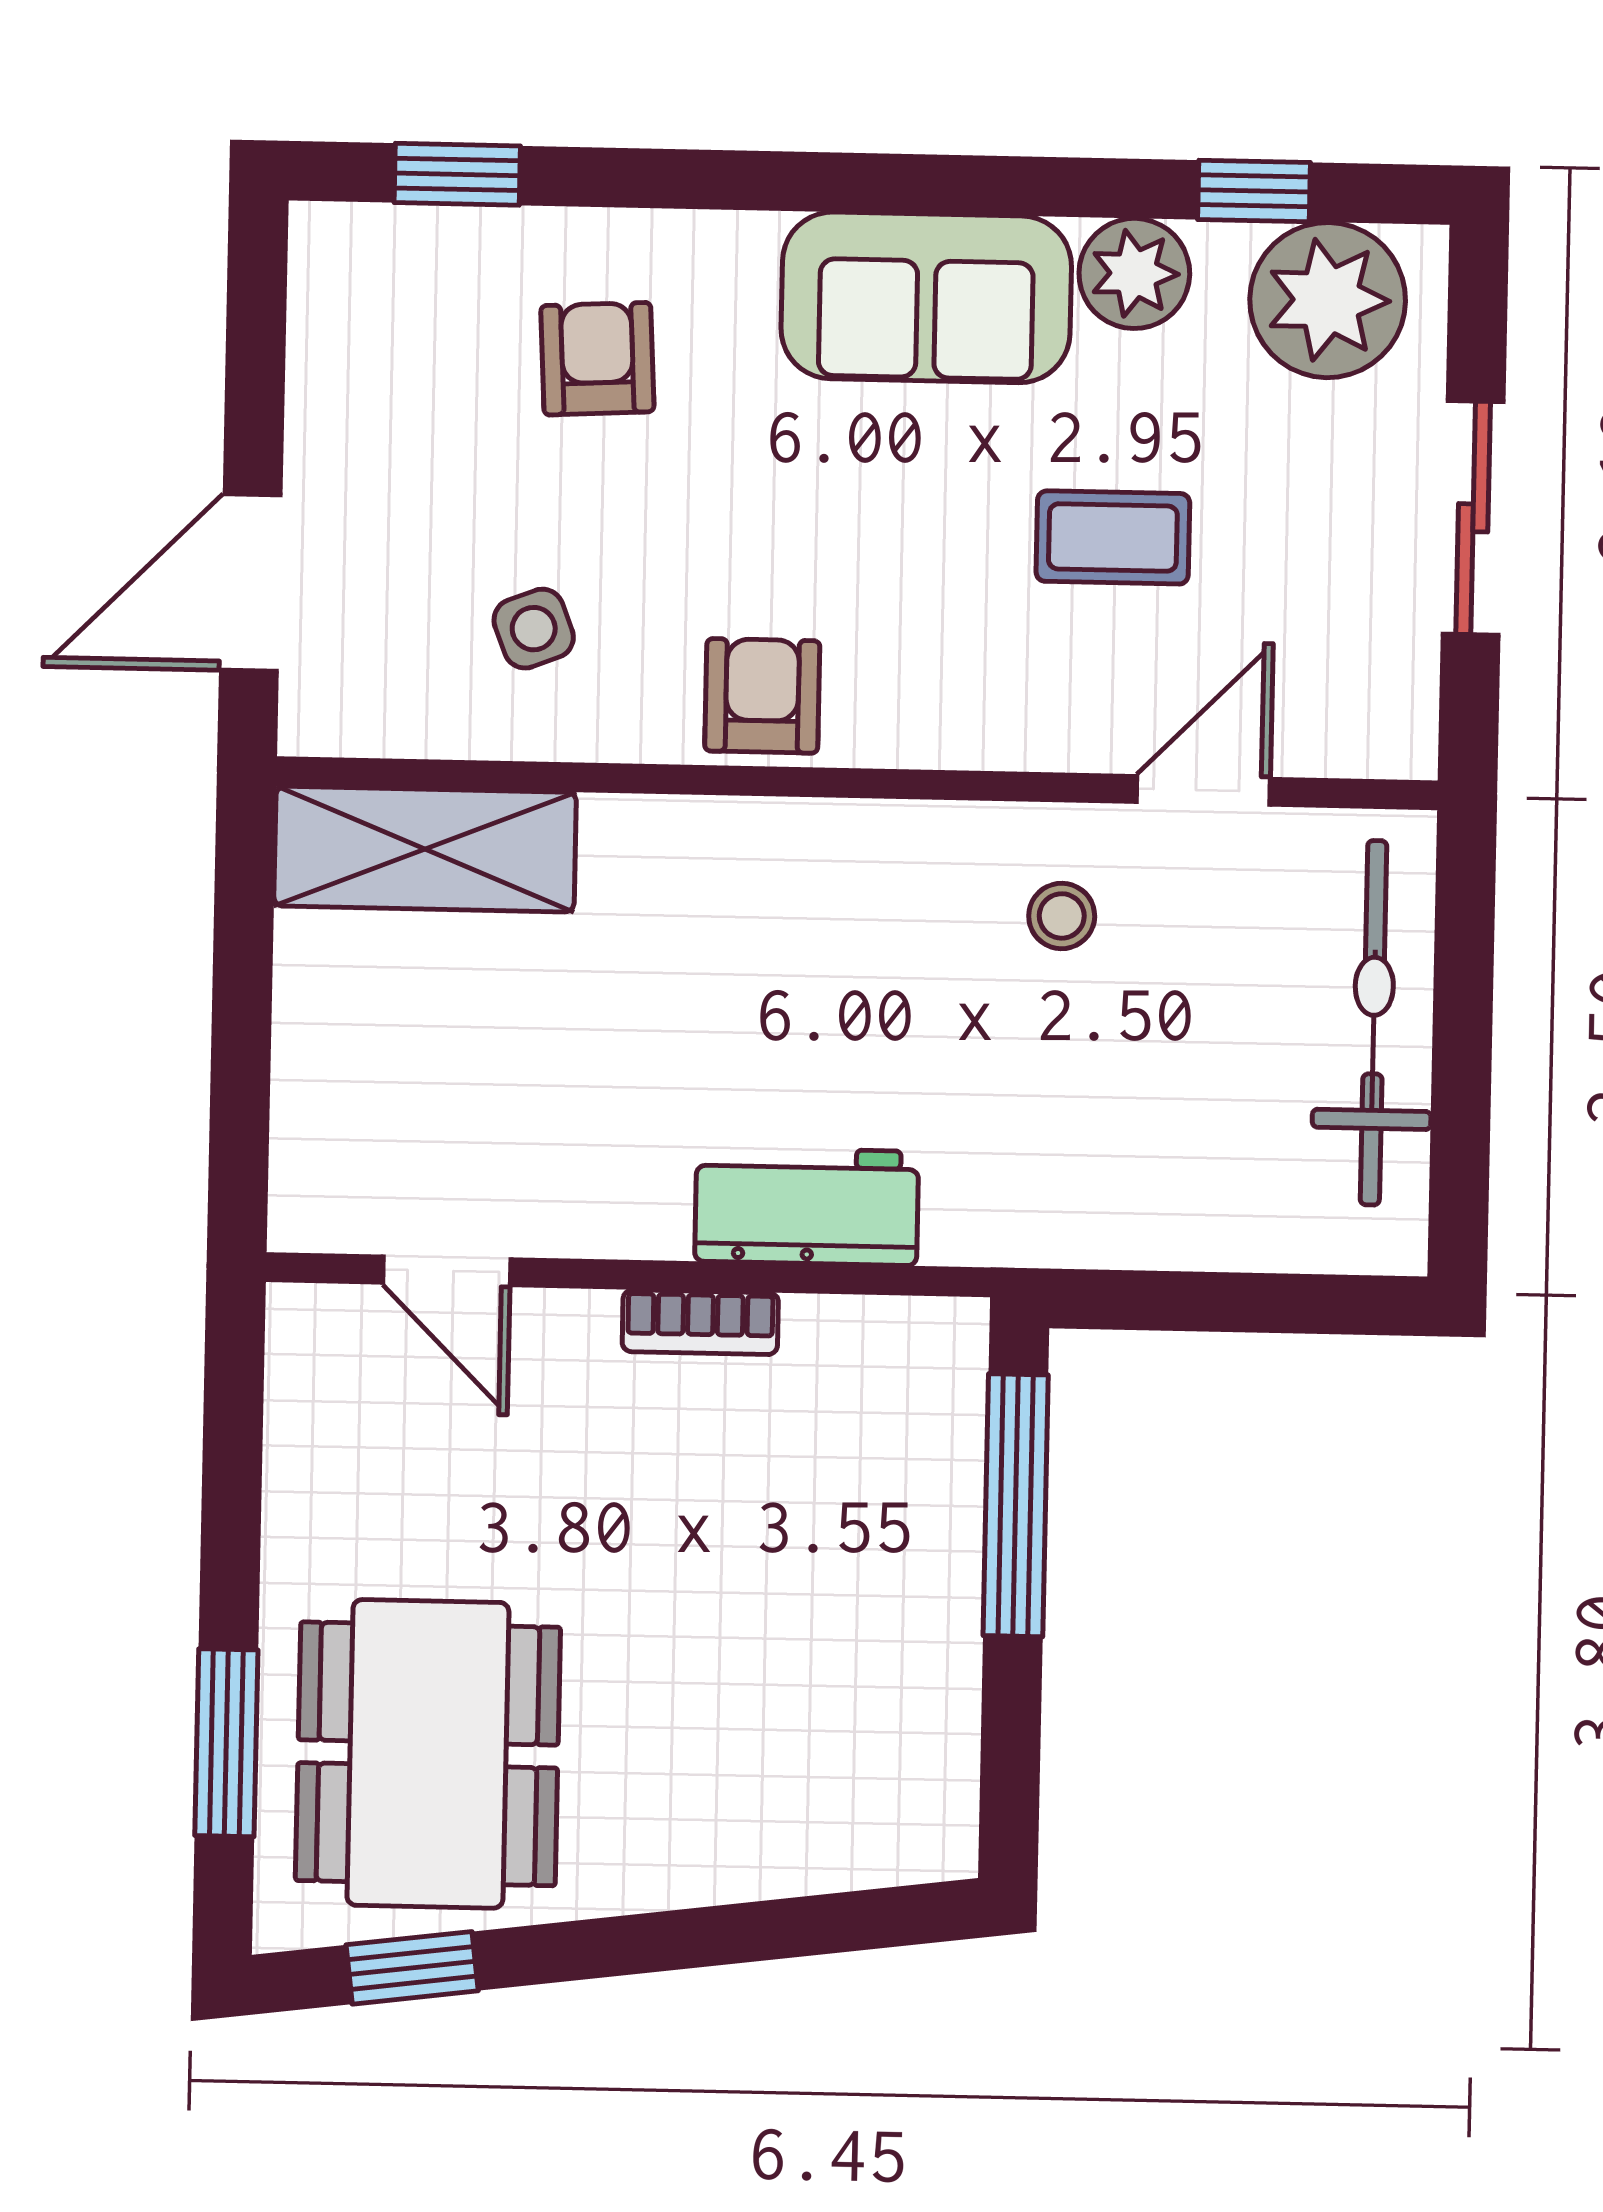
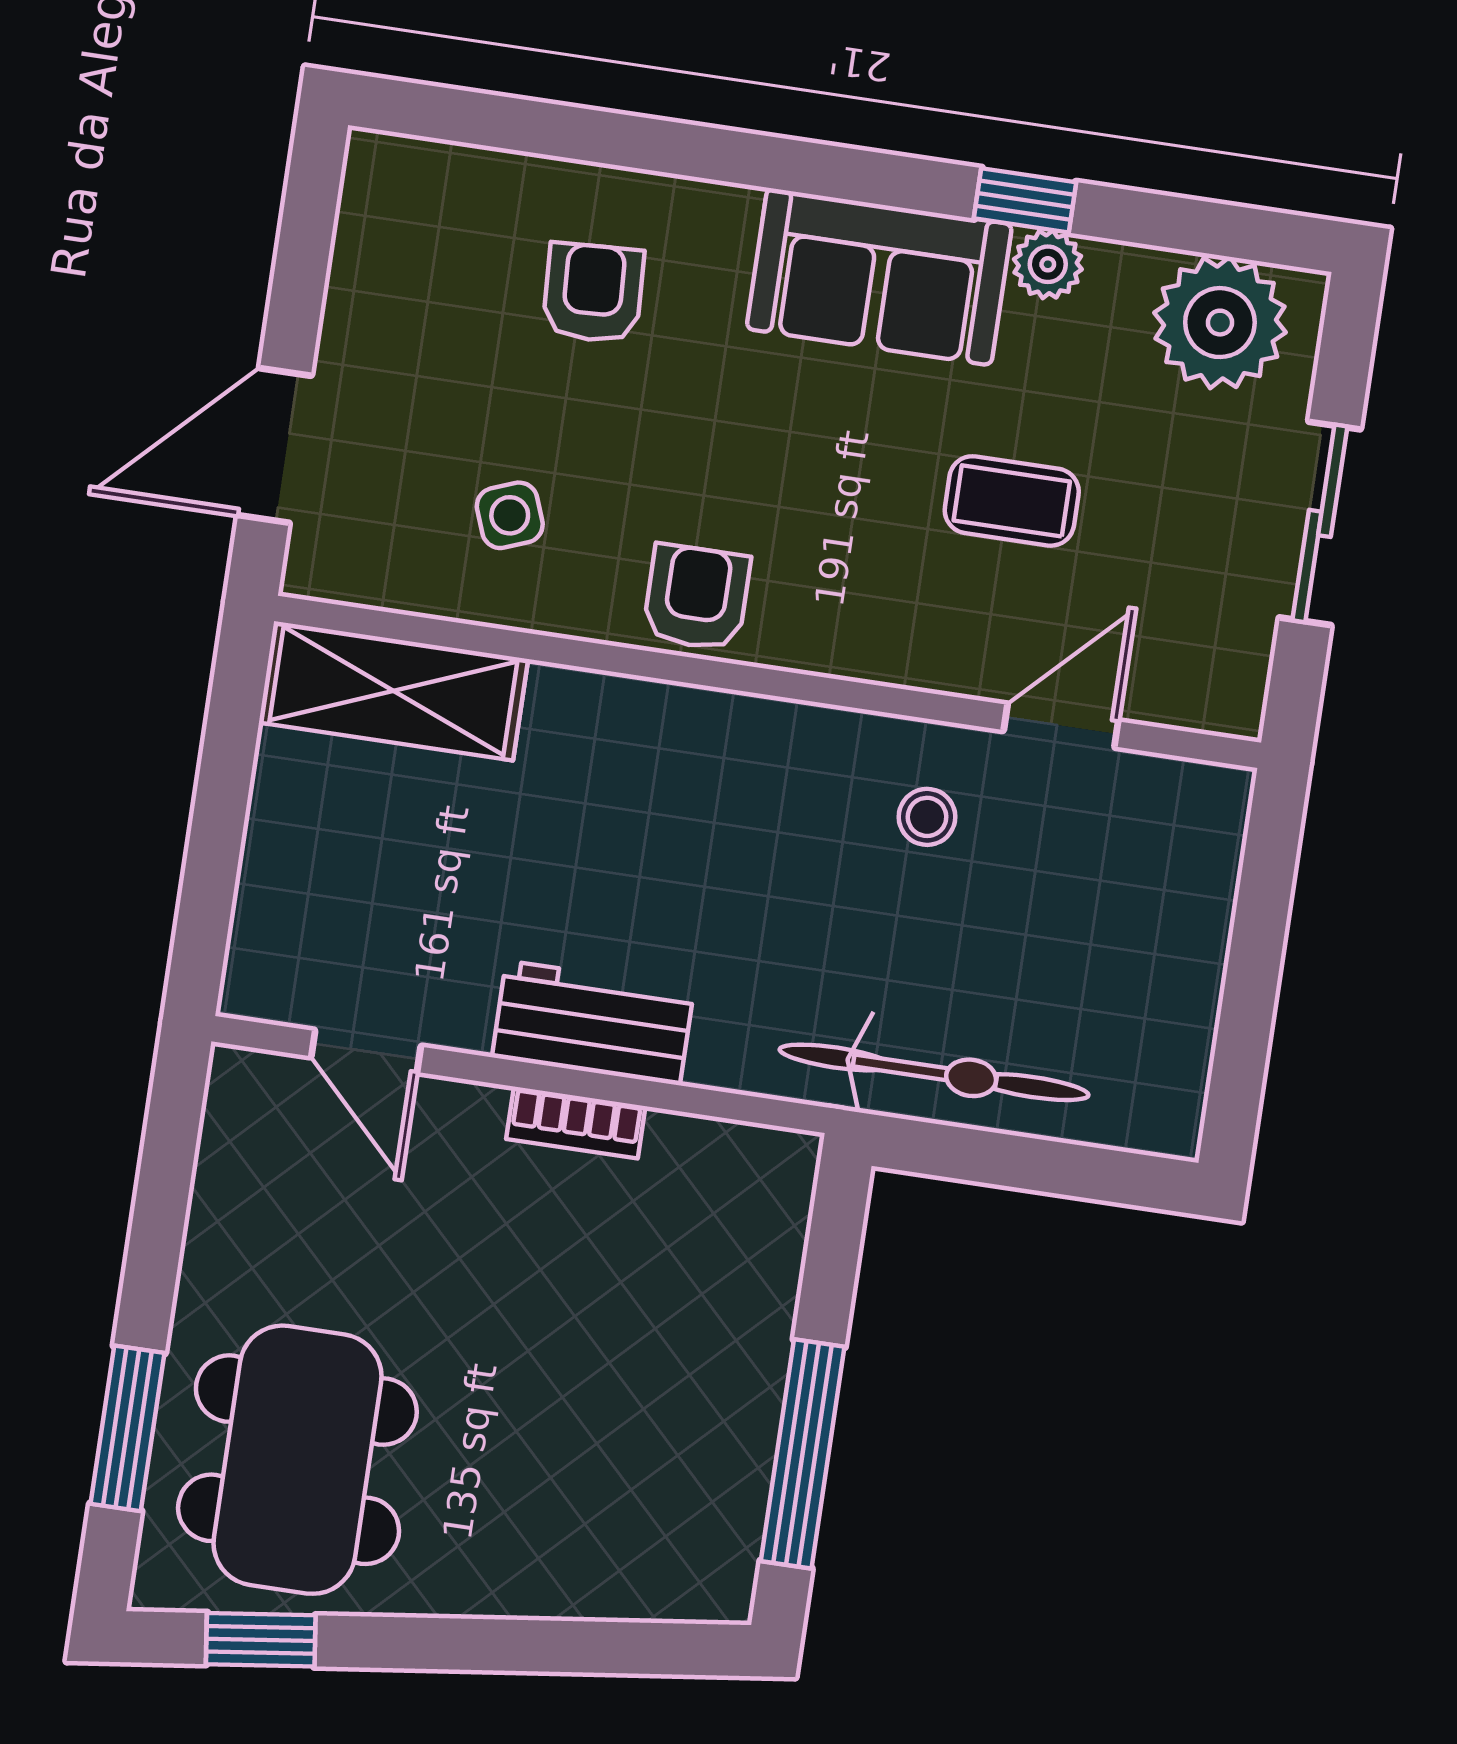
window: (457, 174) -> (494, 121), removed
window: (1254, 191) -> (1025, 200), moved
plant: (1134, 273) -> (1048, 264), width x0.73, depth x0.73
bicycle: (1374, 1023) -> (934, 1072), moved, turned 90
workbench: (807, 1206) -> (593, 1023), moved
window: (1016, 1505) -> (803, 1454), moved

